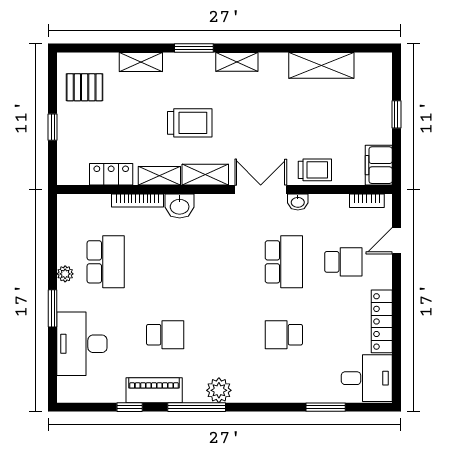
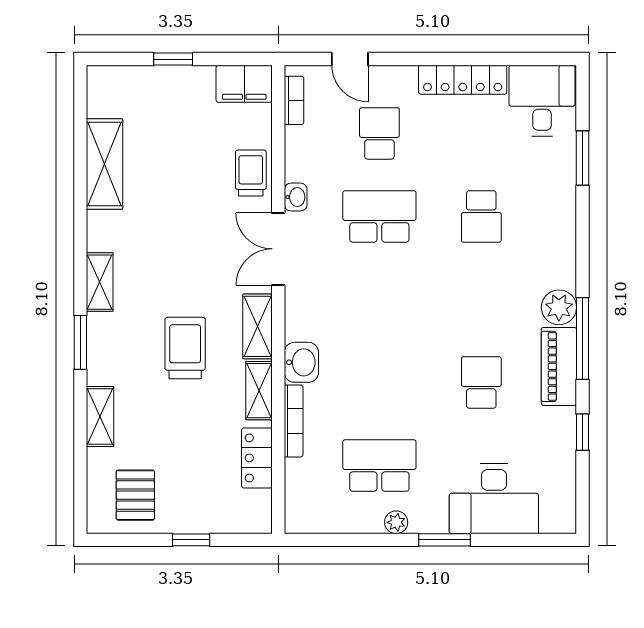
piano: (154, 390) -> (559, 366), moved

